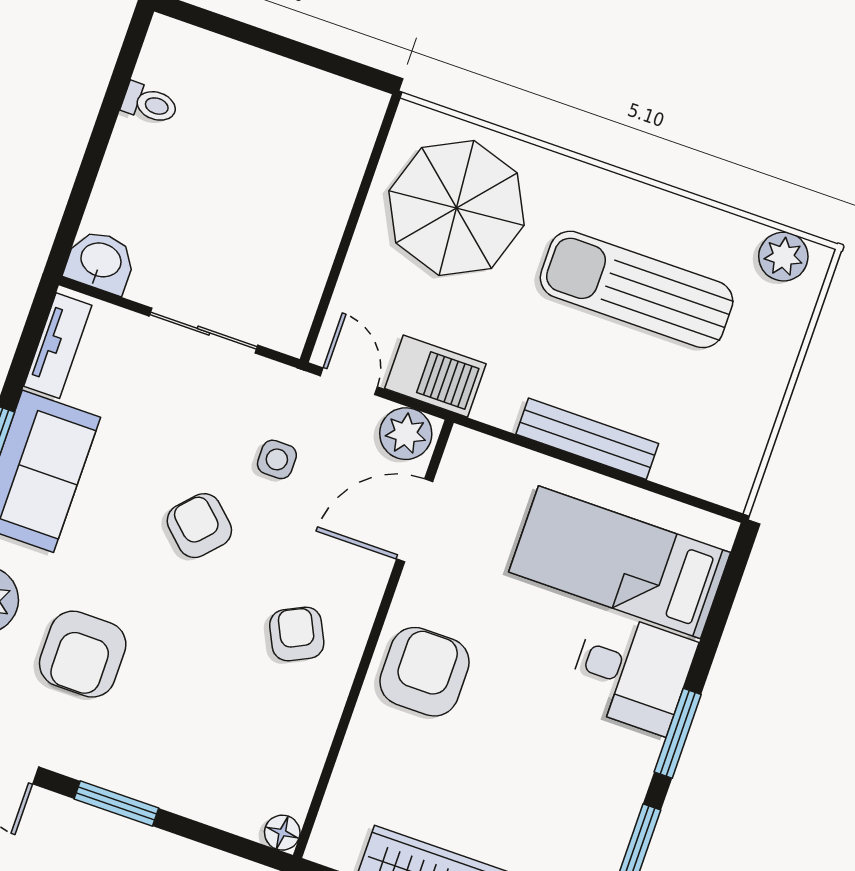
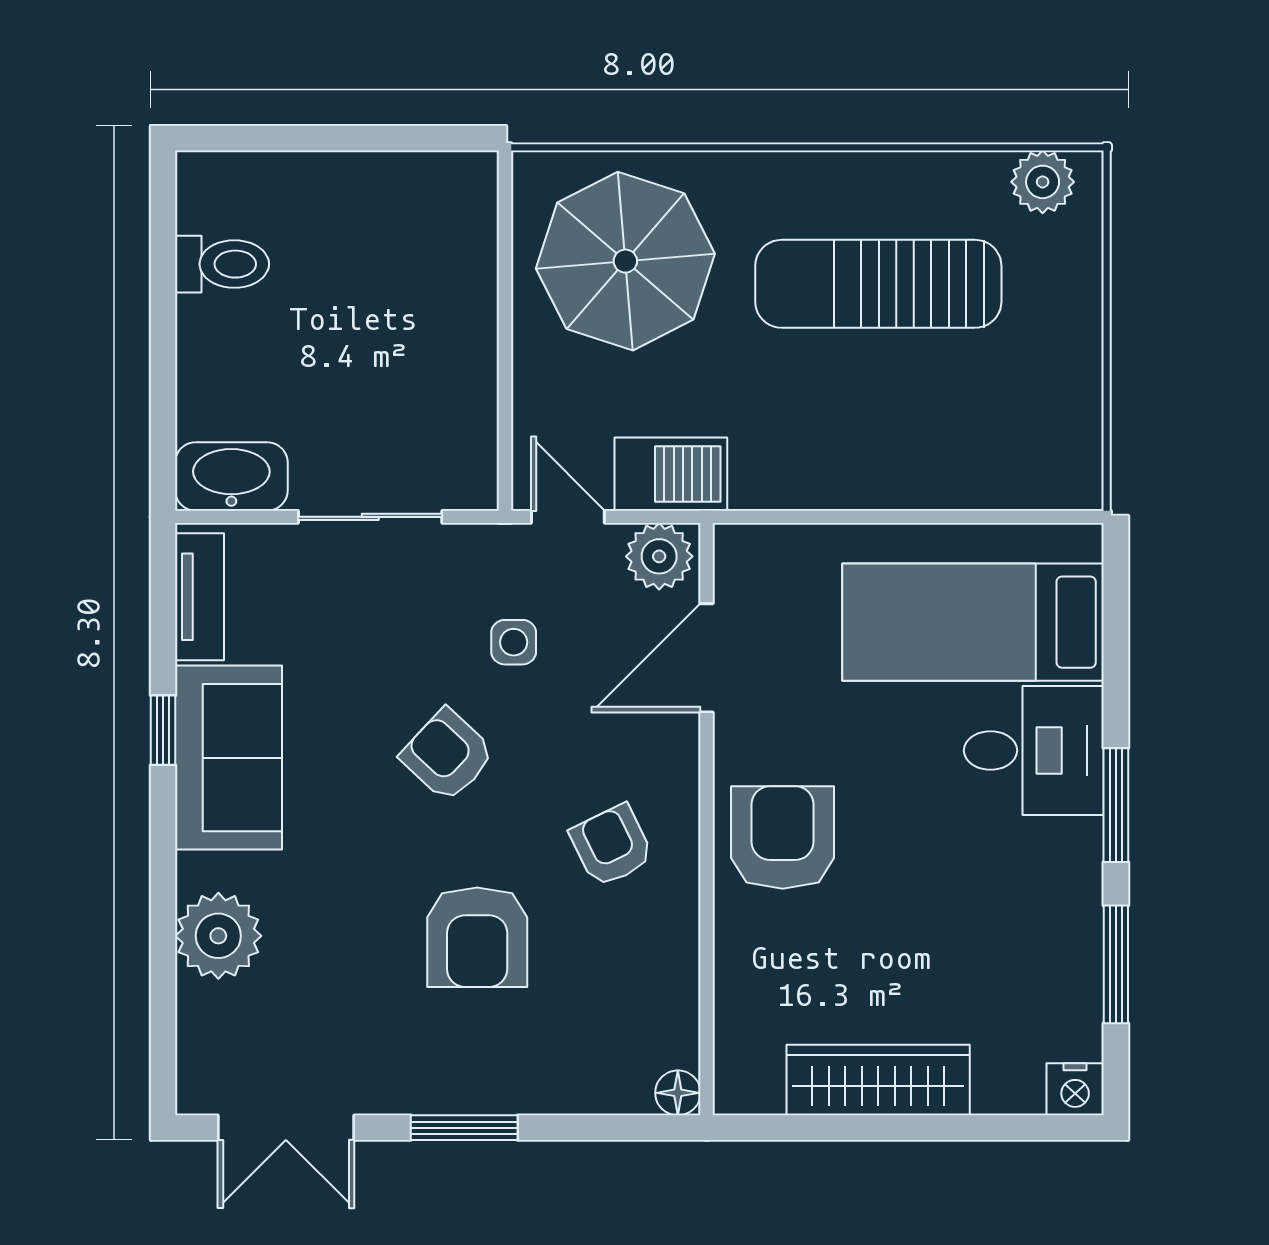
toilet: (150, 104) -> (222, 264), width x1.37, depth x1.39
washbasin: (100, 261) -> (231, 476), width x1.38
bench: (587, 439) -> (882, 486), removed
armchair: (83, 654) -> (477, 937), moved

